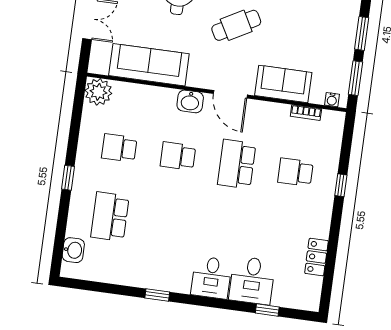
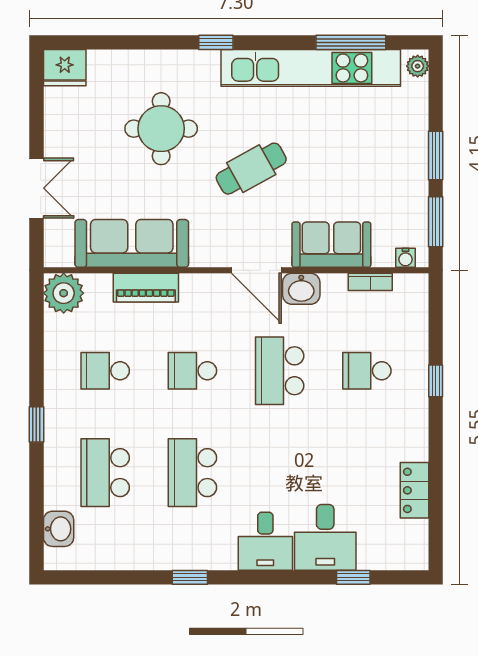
piano: (154, 96) -> (146, 288), added
washbasin: (190, 101) -> (301, 289), moved
school desk: (169, 225) -> (192, 473), added

